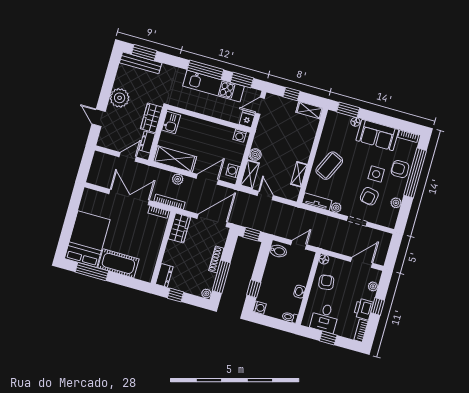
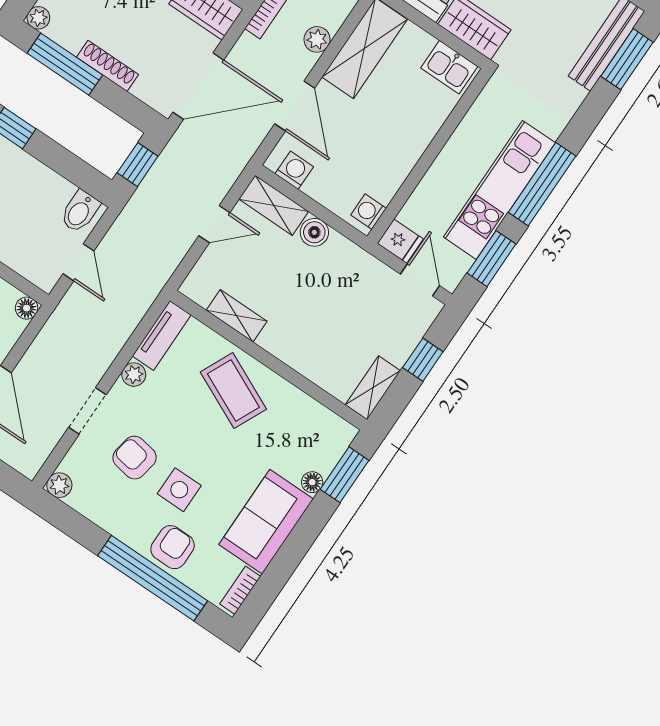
plant: (396, 203) -> (59, 485), moved
door: (212, 220) -> (198, 86), hinge flipped

